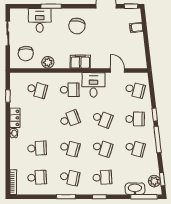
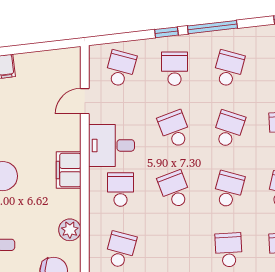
school desk: (102, 119) -> (175, 129), turned -42

